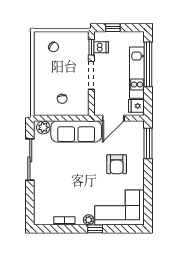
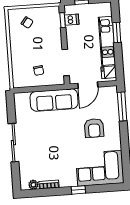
window: (148, 64) -> (117, 32), width x0.47
doorway: (91, 75) -> (66, 62), moved
plant: (43, 127) -> (23, 98), removed
sliding door: (30, 159) -> (13, 143), moved
plant: (89, 220) -> (33, 185), moved

